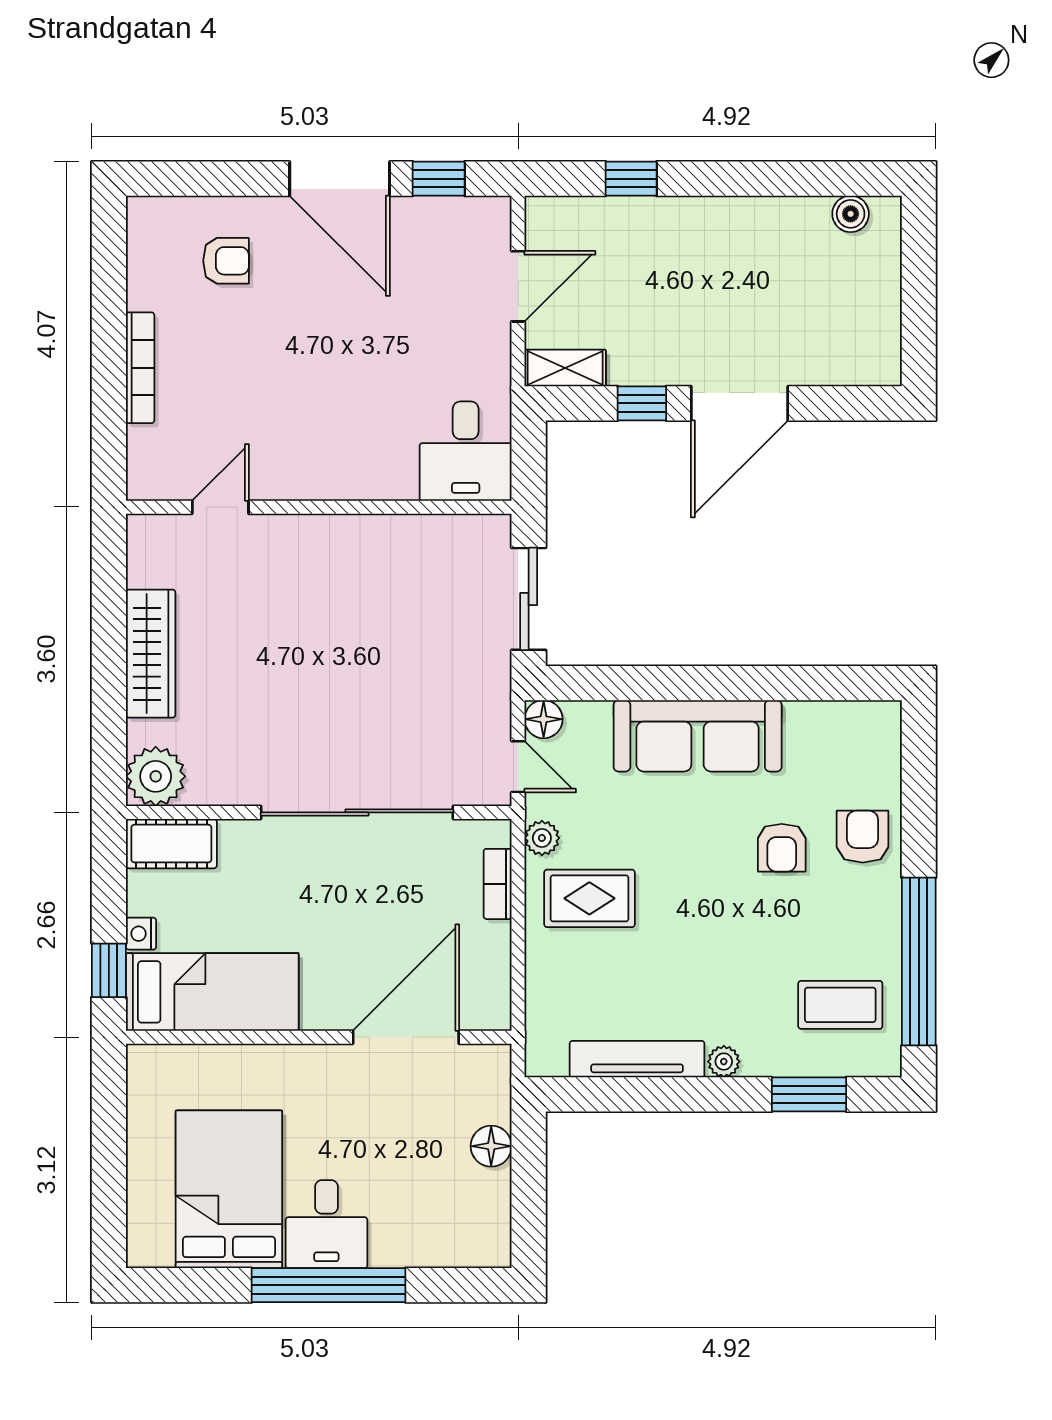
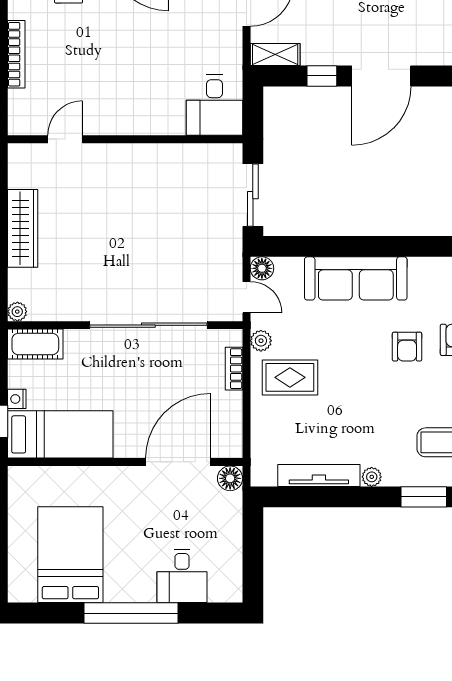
plant: (156, 776) -> (17, 312), width x0.53, depth x0.53
floor lamp: (491, 1146) -> (230, 478), moved
desk: (326, 1224) -> (182, 576), moved

